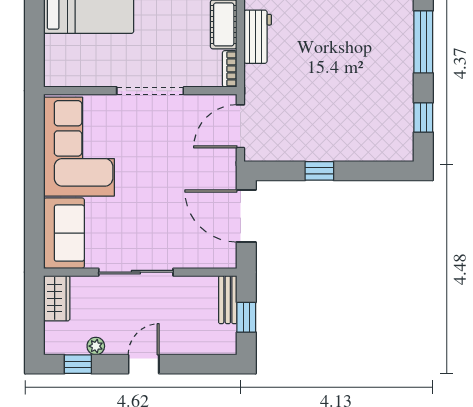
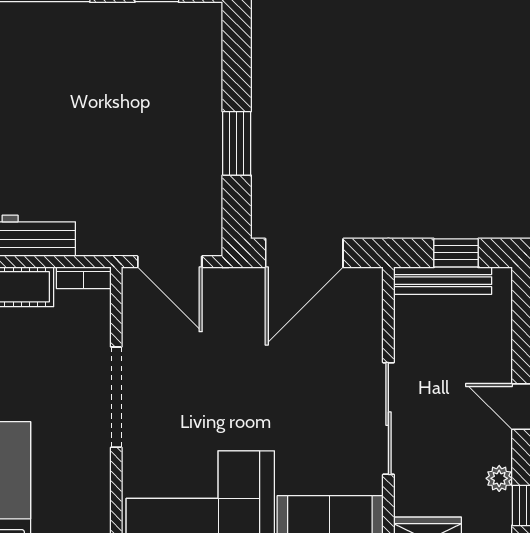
window: (319, 171) -> (237, 143), width x1.50
bench: (228, 300) -> (443, 281), width x1.36

